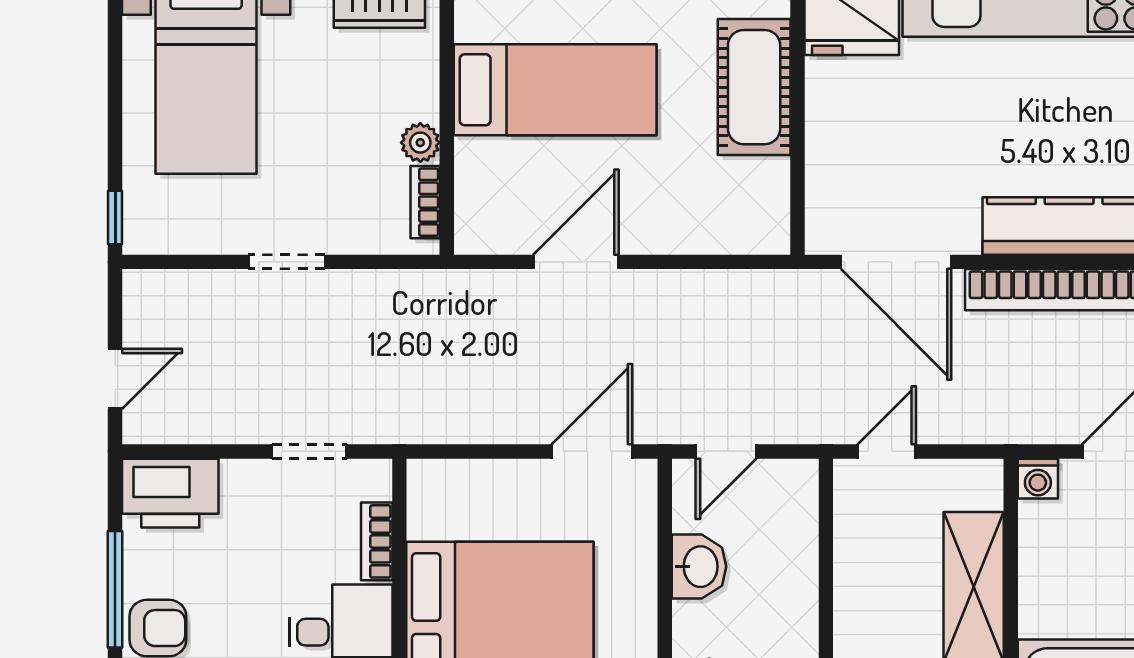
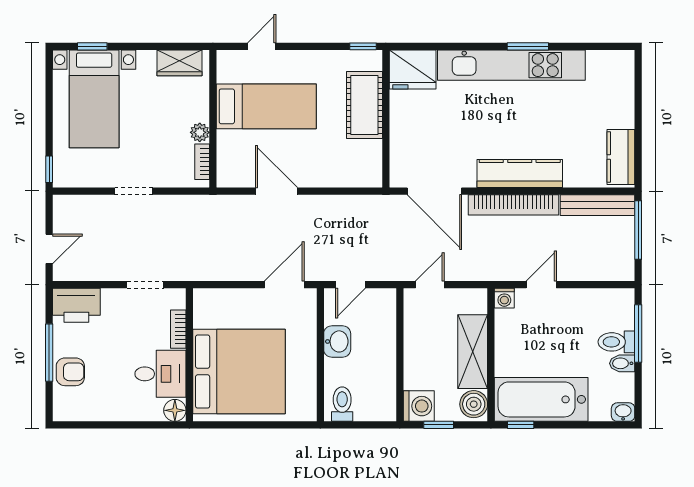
door: (576, 262) -> (276, 191), hinge flipped

